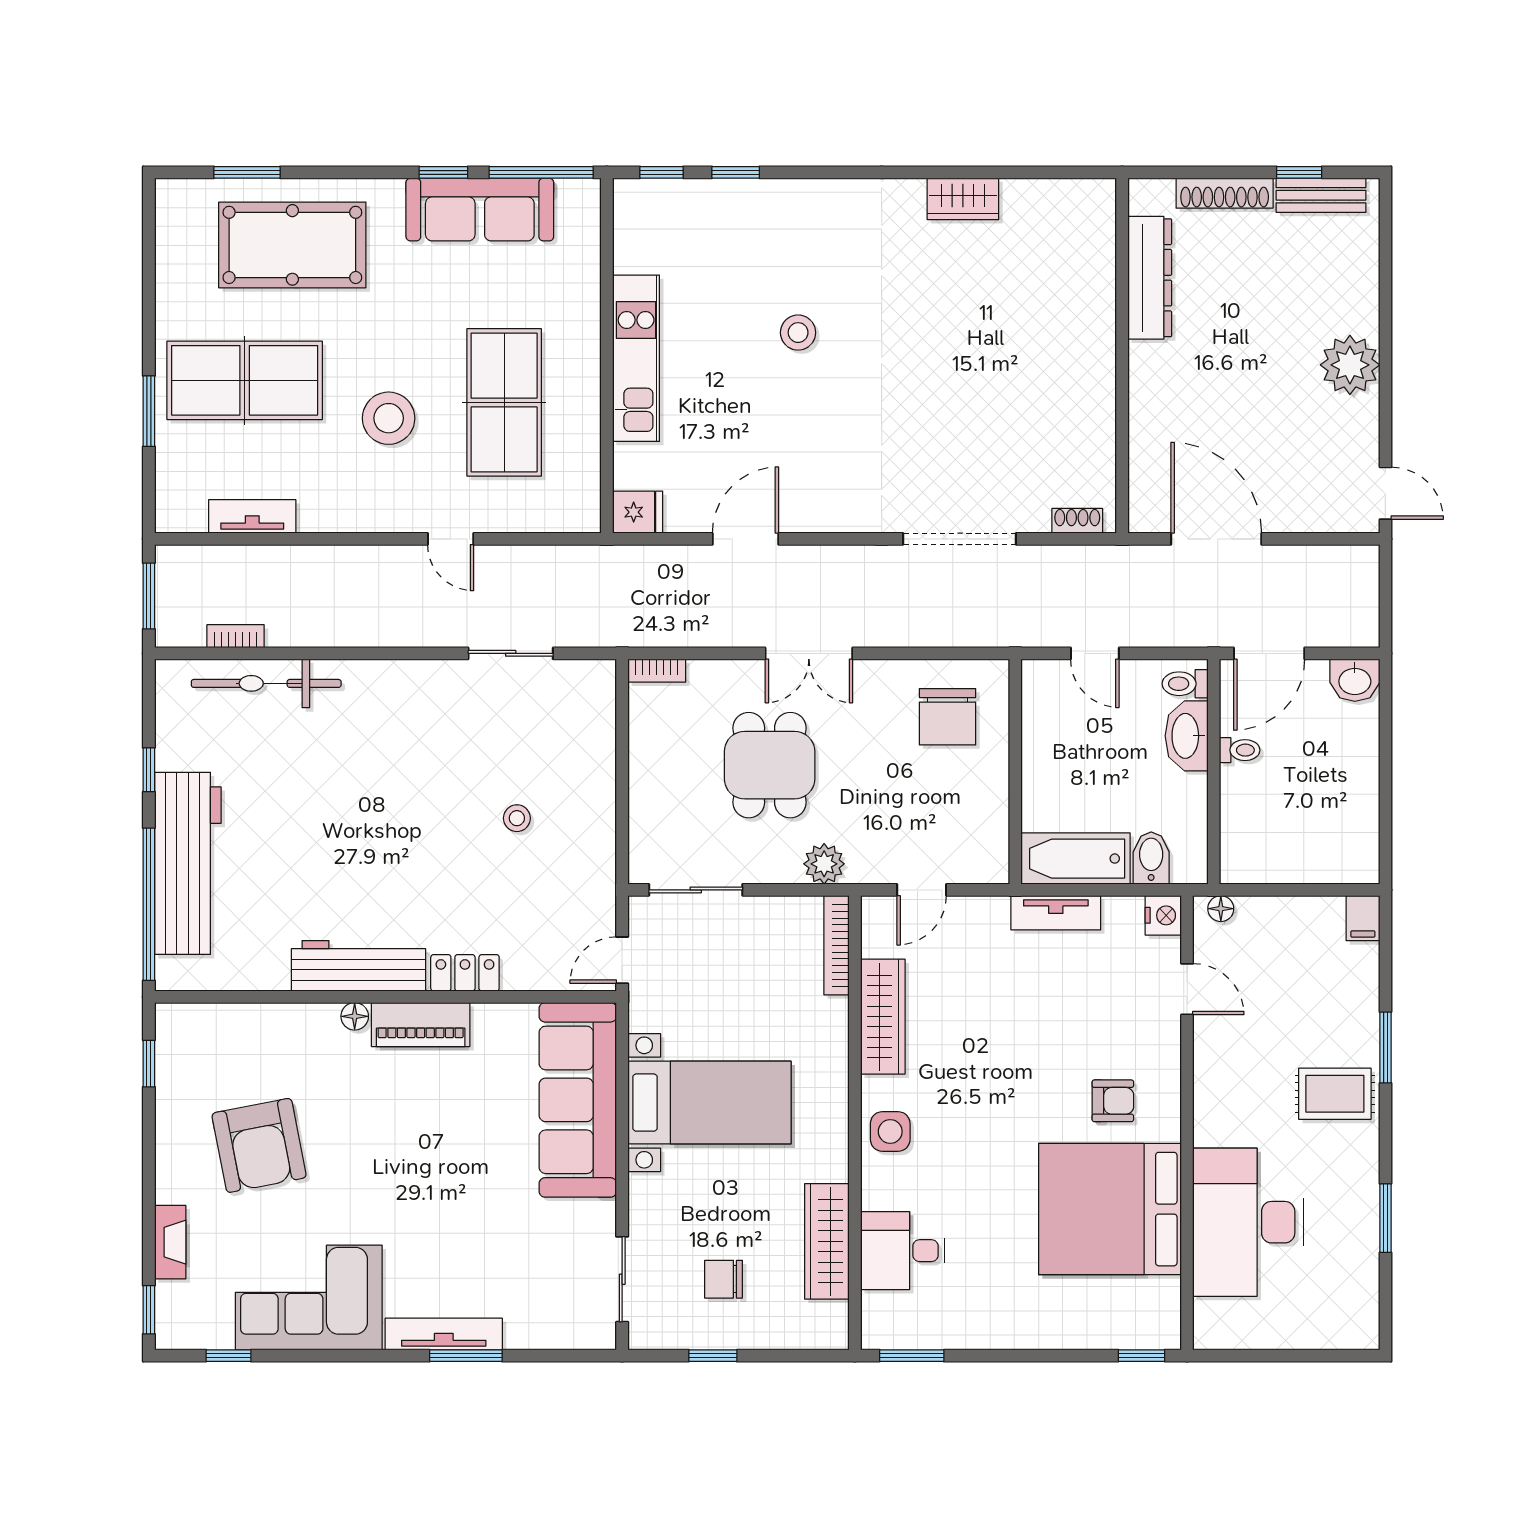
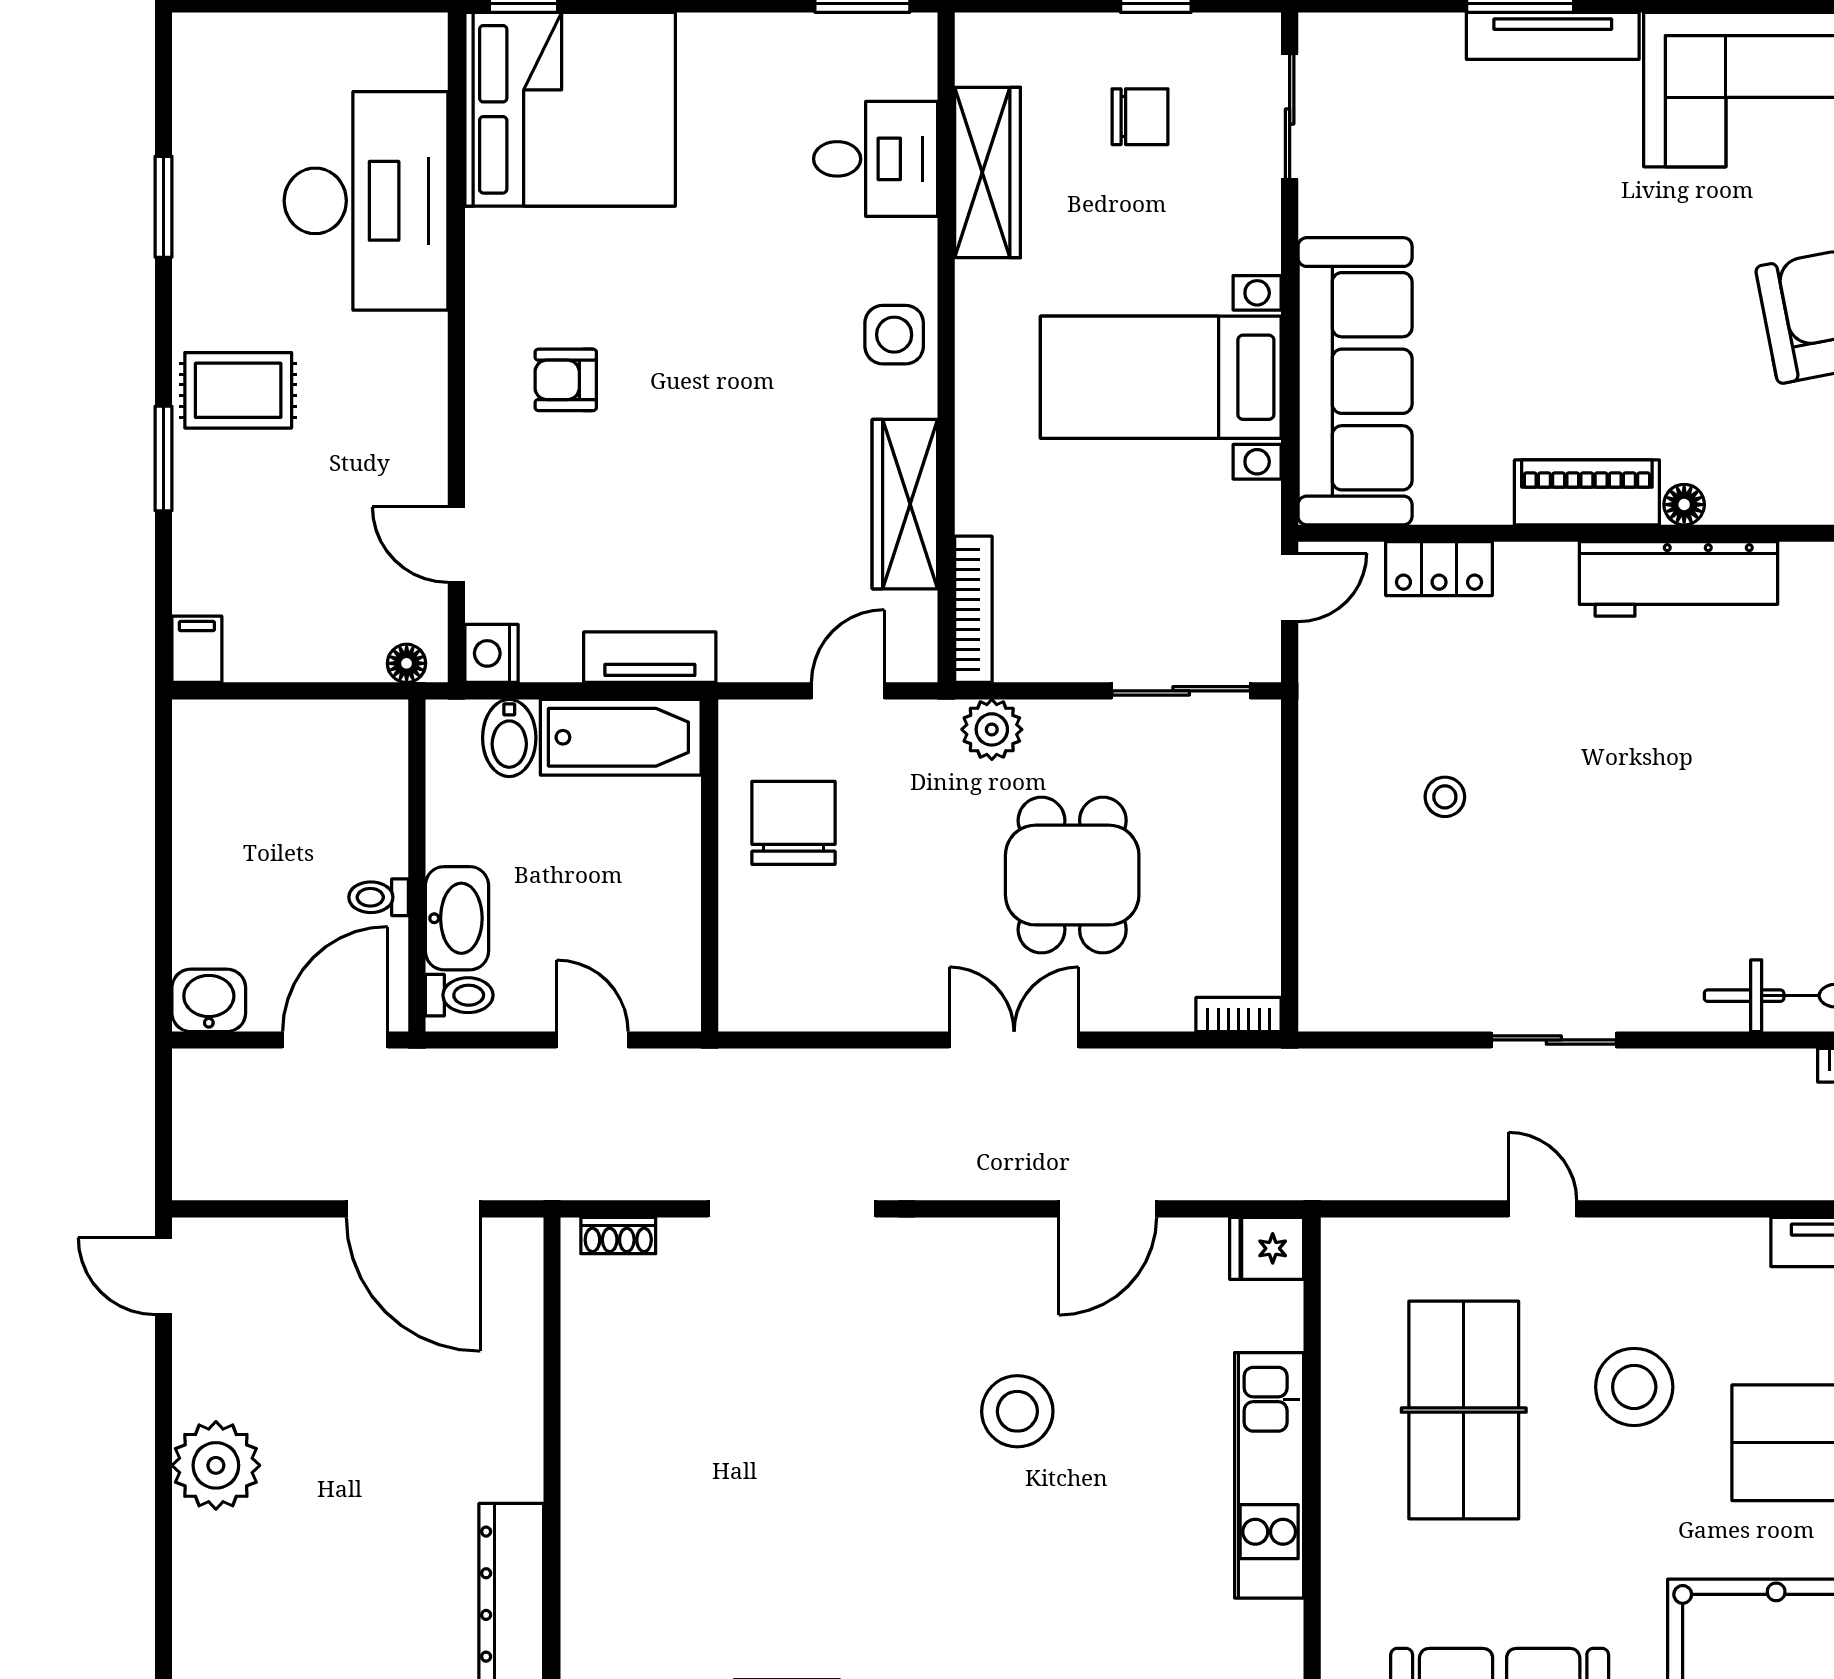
stool: (798, 333) -> (1017, 1411), moved, width x1.38, depth x1.38
sliding door: (511, 653) -> (1554, 1040), moved
chair: (948, 717) -> (794, 823), moved
locker: (465, 973) -> (1439, 569), moved
bed: (1110, 1209) -> (570, 109), moved

